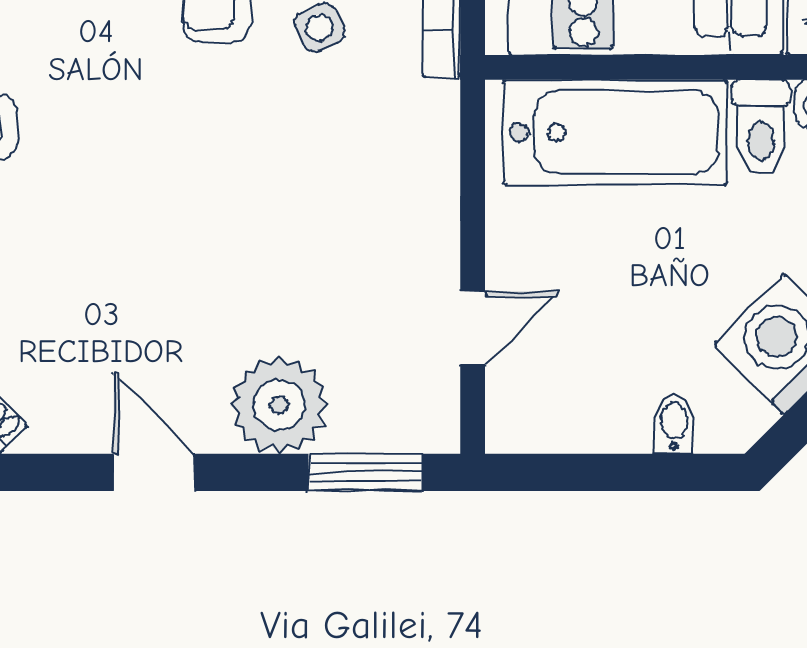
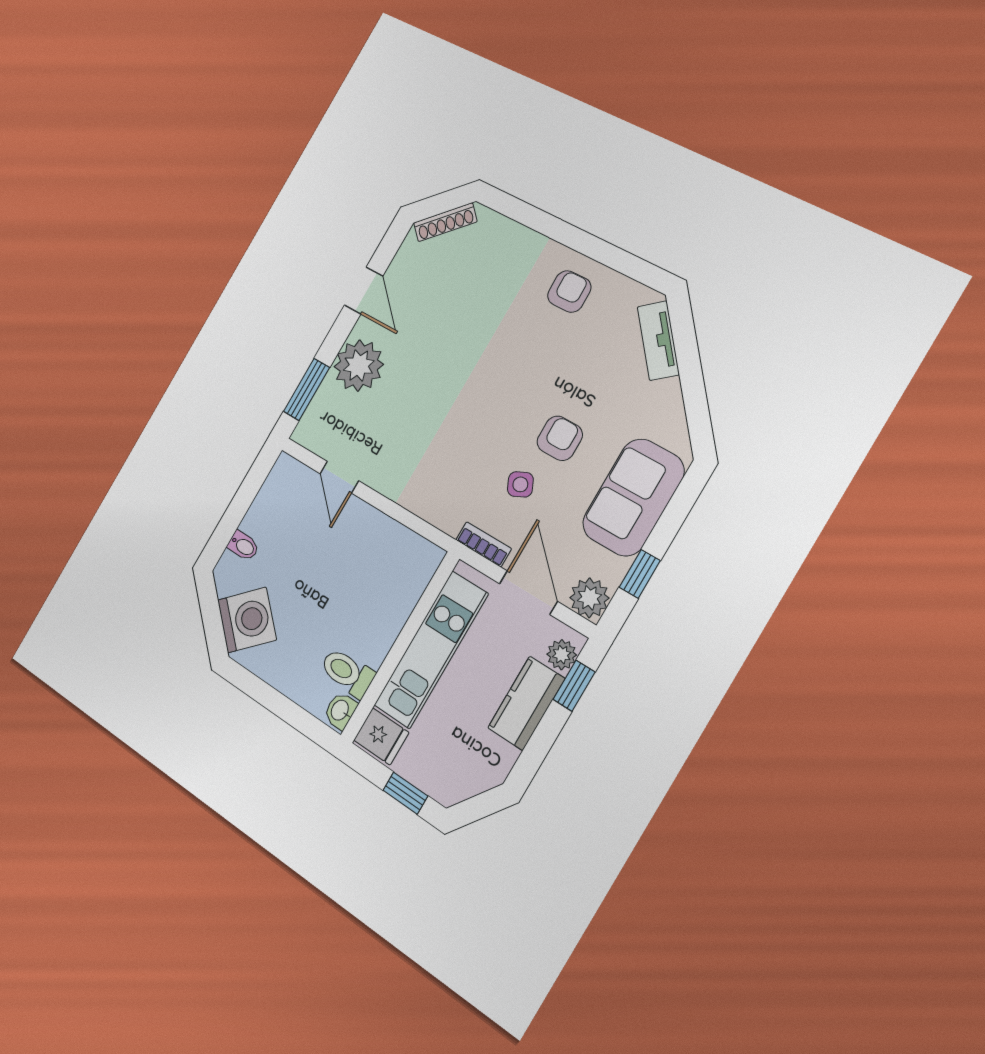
bathtub: (615, 132) -> (386, 600), removed
door: (154, 472) -> (364, 291), hinge flipped

